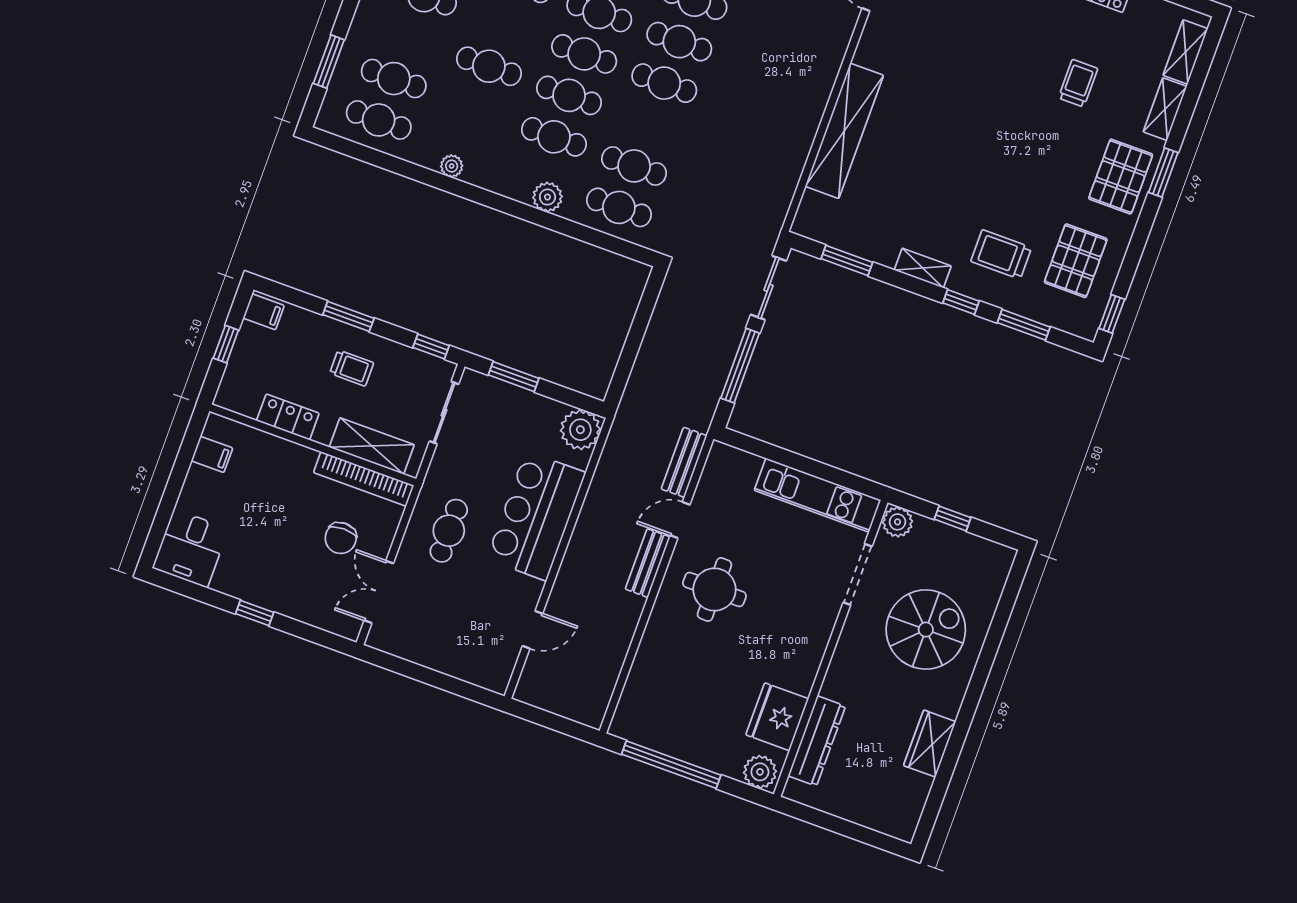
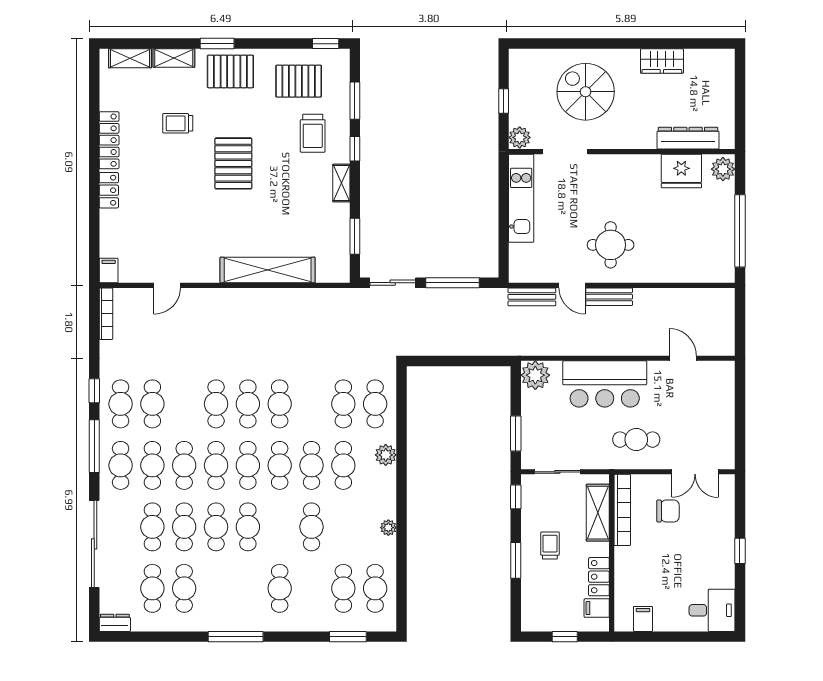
pallet: (999, 137) -> (233, 163), added
filing cabinet: (264, 312) -> (597, 608), moved, turned -90

